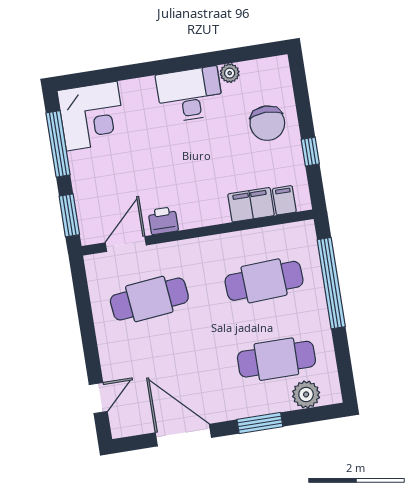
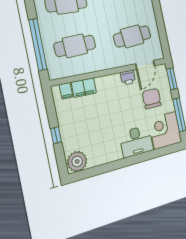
plant: (230, 73) -> (77, 161), moved, width x1.87, depth x1.87
desk: (190, 95) -> (136, 141), moved
chair: (267, 123) -> (152, 99), moved
window: (310, 152) -> (56, 135), moved

